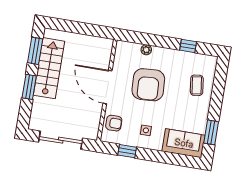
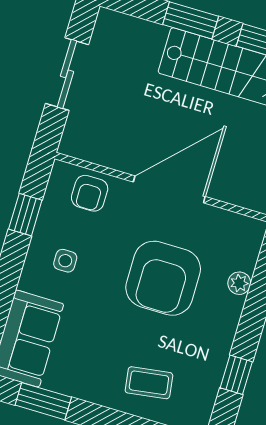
armchair: (148, 85) -> (163, 278), turned -87
sliding door: (61, 140) -> (67, 74), width x0.73

